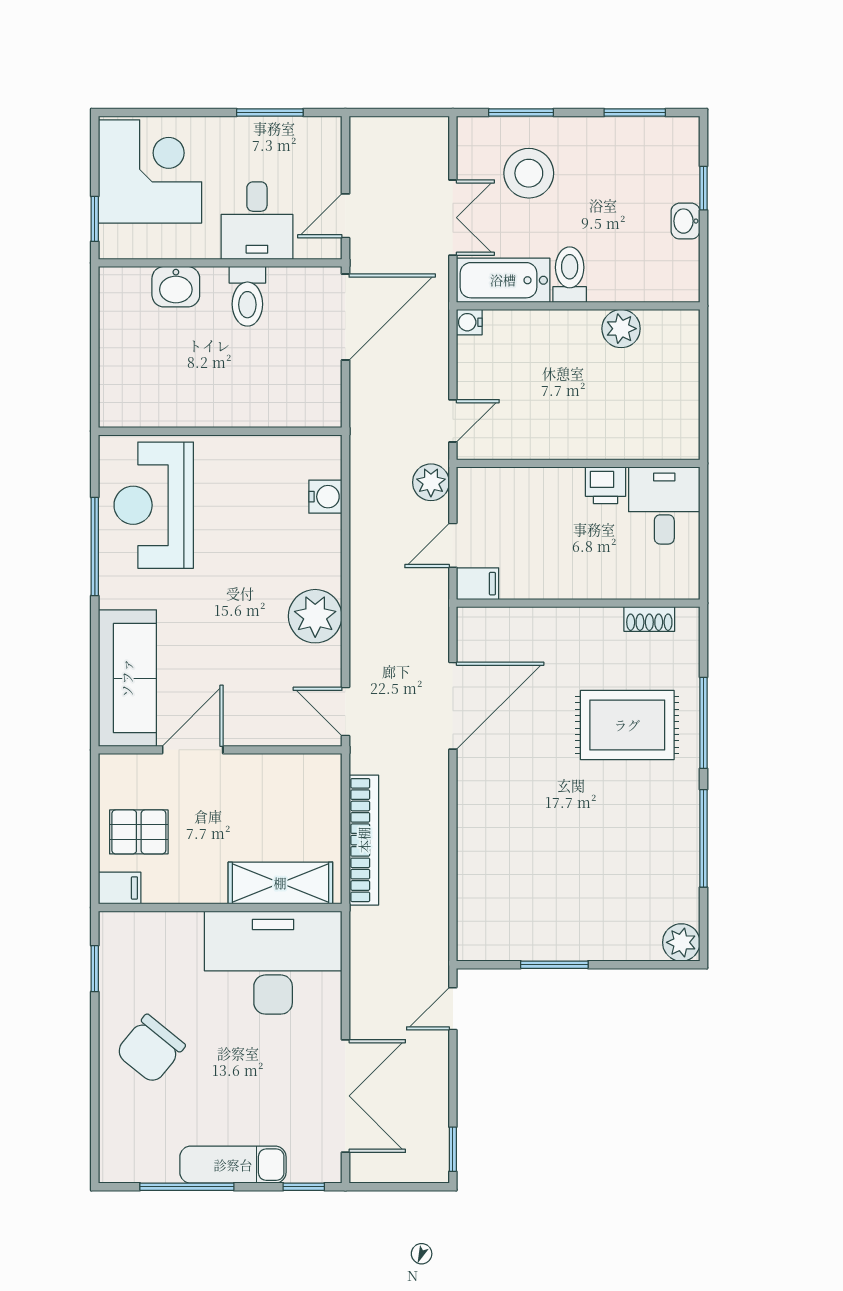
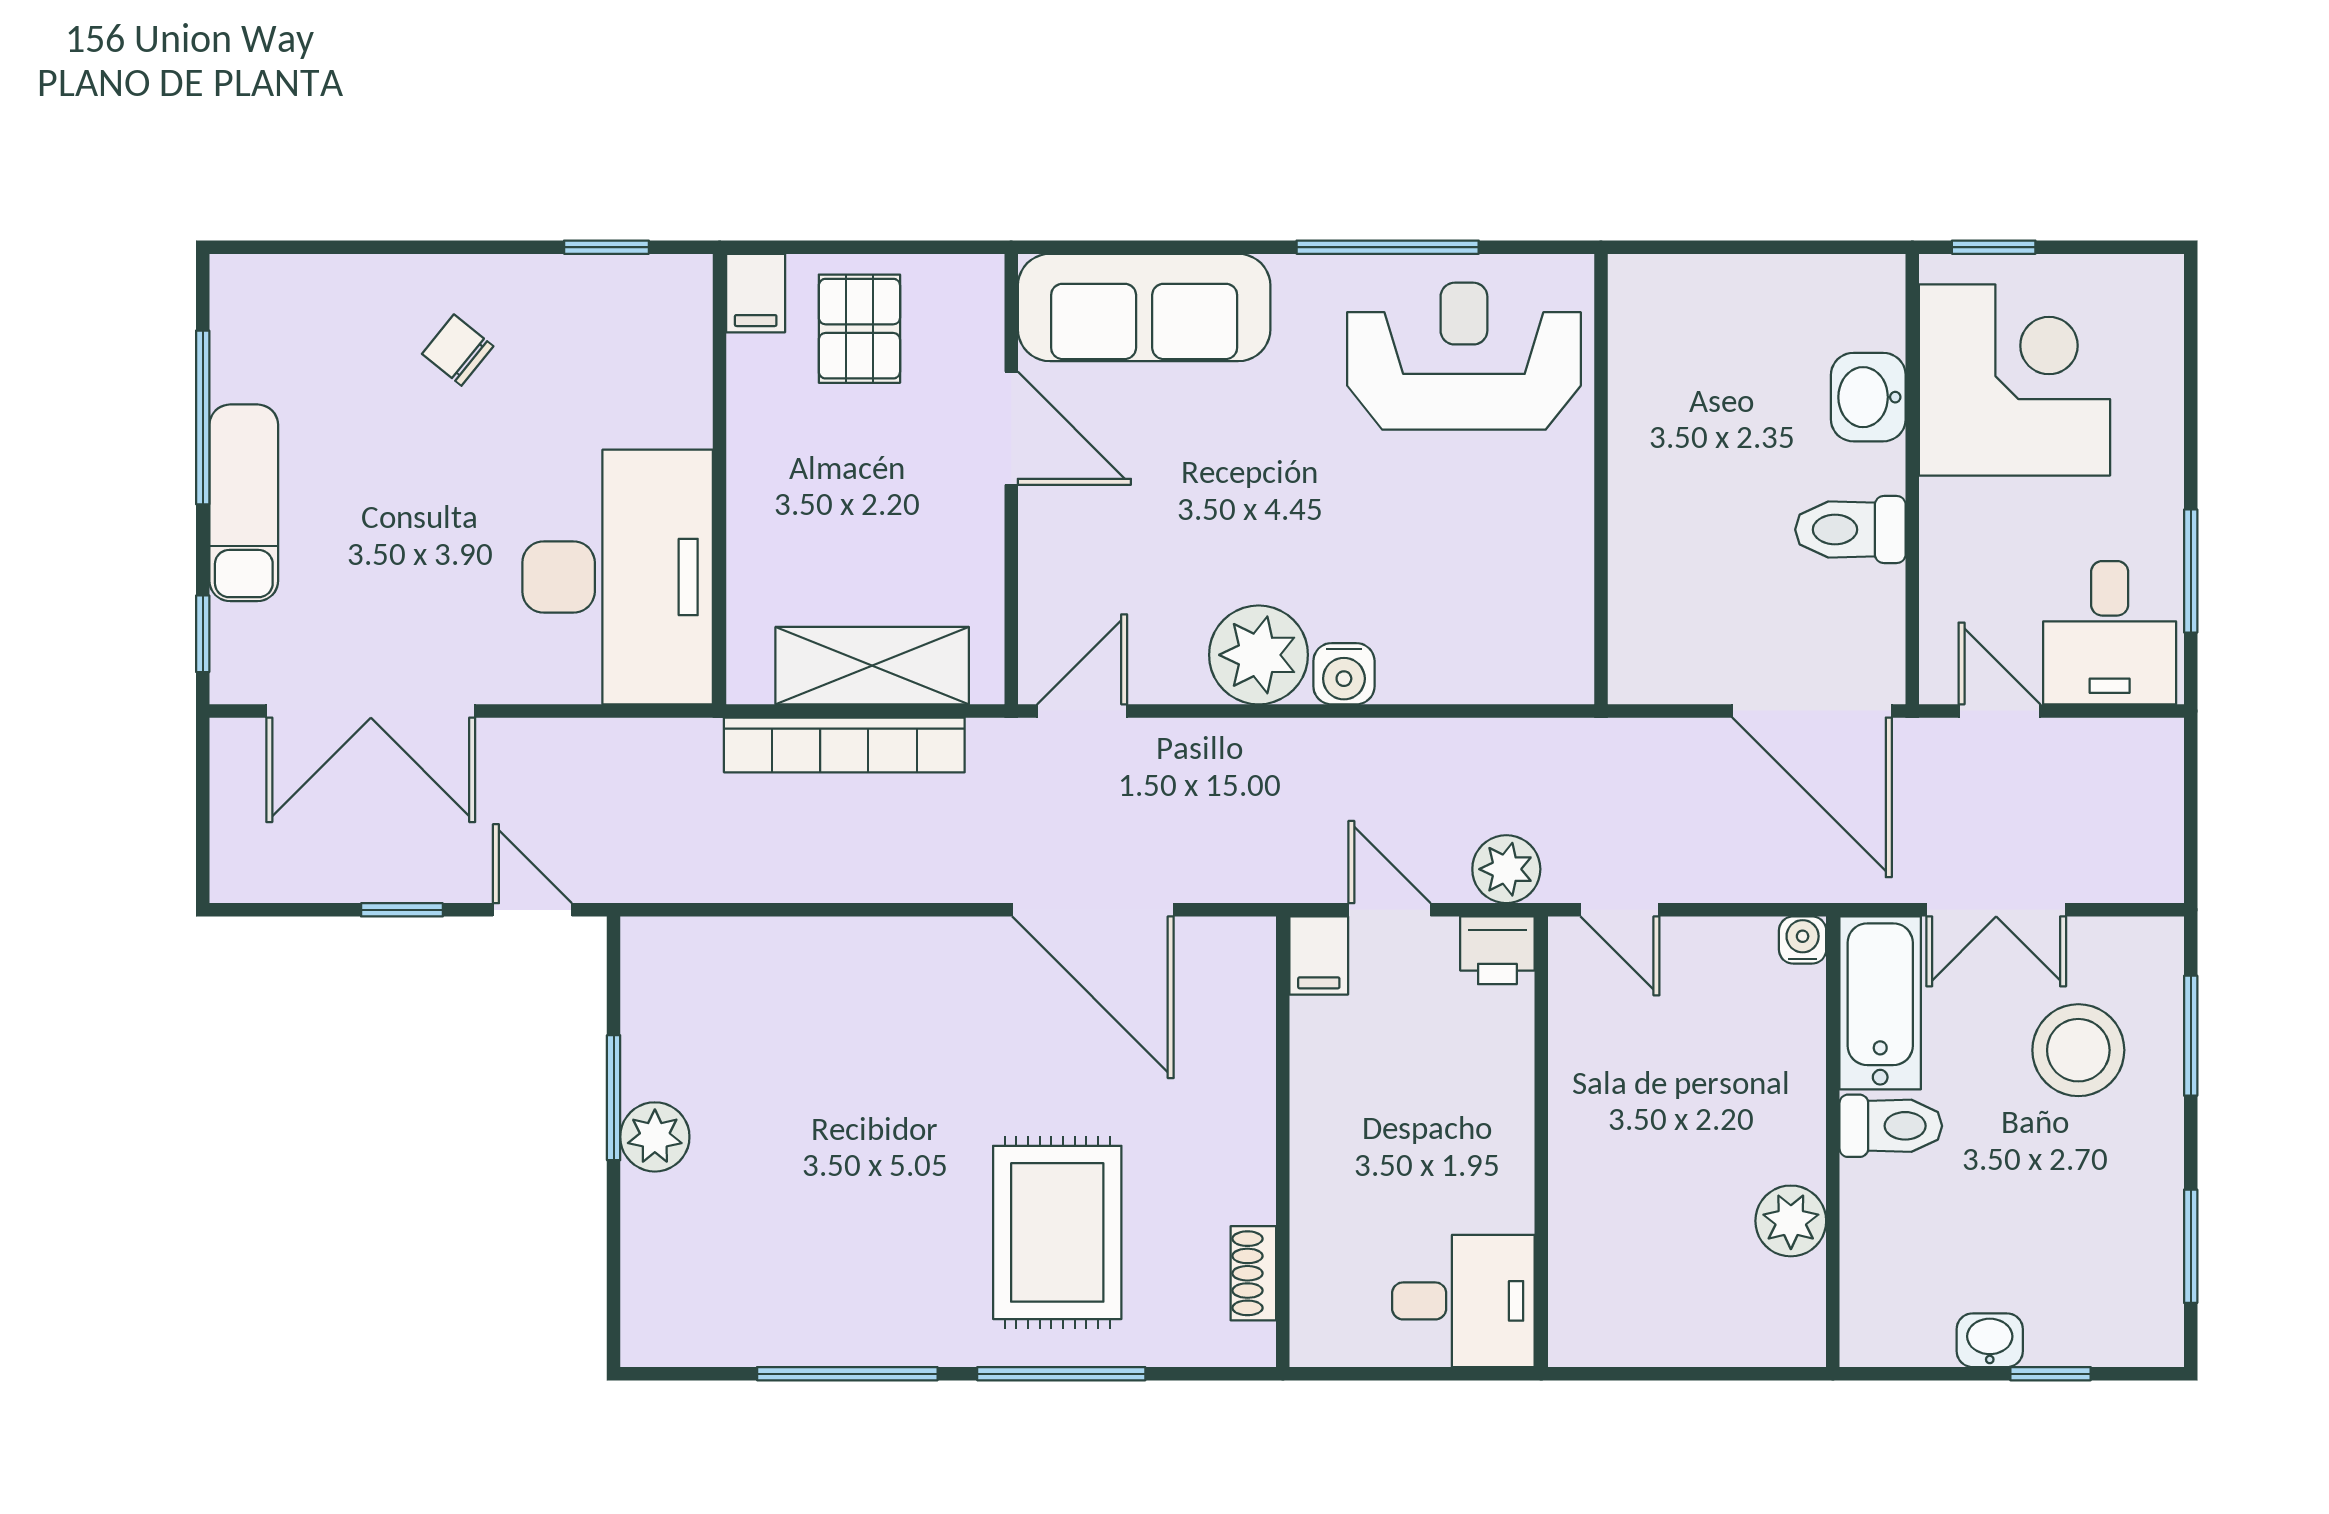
corner desk: (150, 171) -> (2015, 380), moved, turned -90
desk: (257, 221) -> (2110, 633), moved, turned -90
printer: (606, 485) -> (1497, 950), moved, turned -90
water cooler: (325, 497) -> (1344, 674), moved
shelving: (280, 883) -> (872, 666), moved, turned 90
plant: (681, 942) -> (655, 1137), moved
chair: (150, 1049) -> (458, 350), width x0.54, depth x0.54
window: (453, 1149) -> (402, 910), moved

